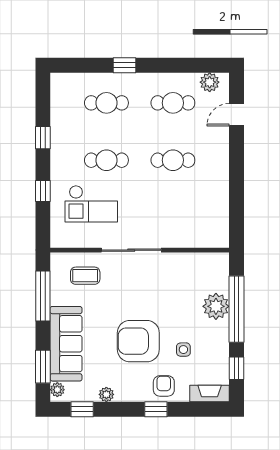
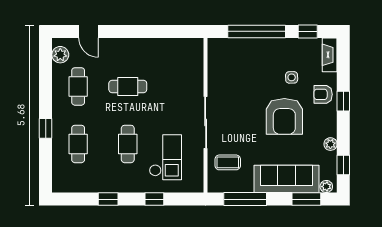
cafe table: (173, 160) -> (128, 86), turned 90
coffee table: (85, 276) -> (228, 162), turned 90
plant: (216, 306) -> (254, 49), removed

